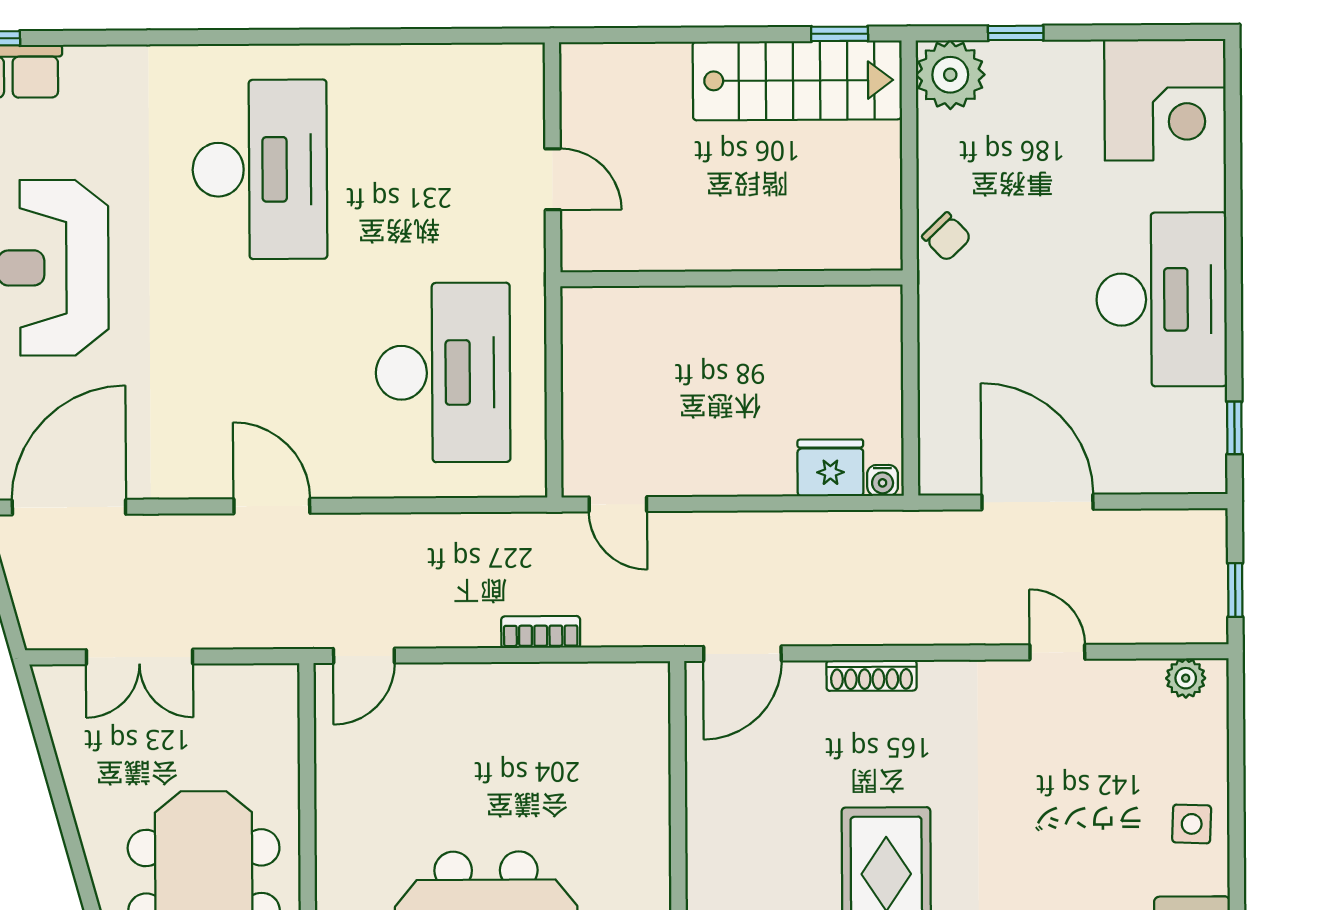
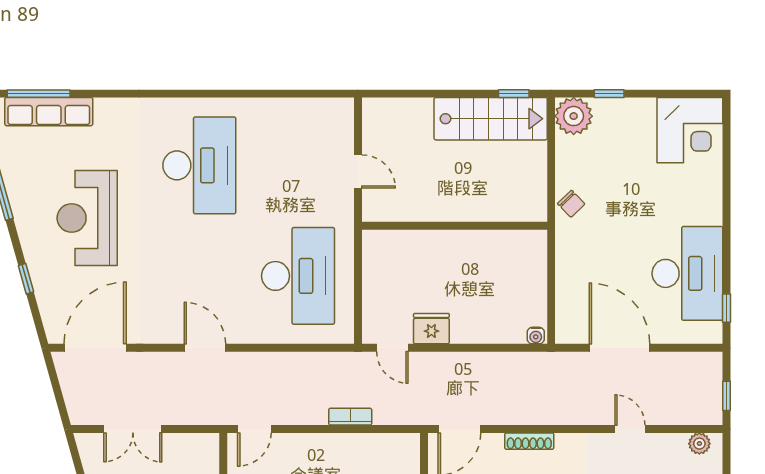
desk: (1162, 299) -> (687, 273), moved
fridge: (830, 468) -> (431, 329), moved

